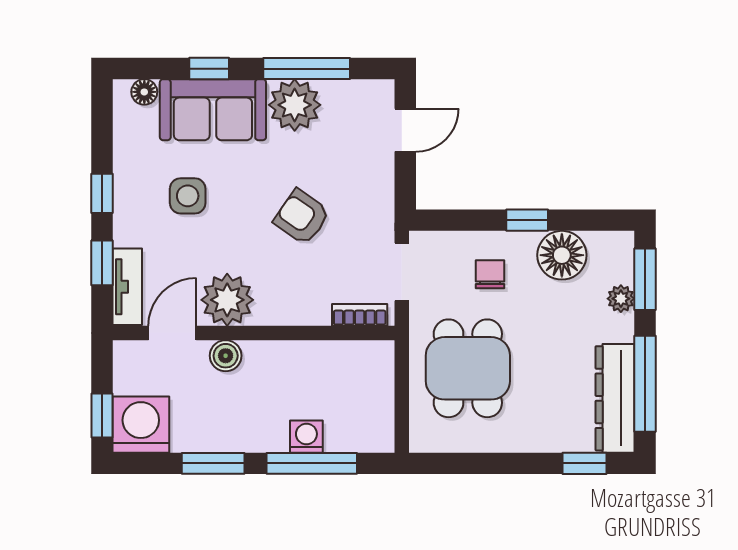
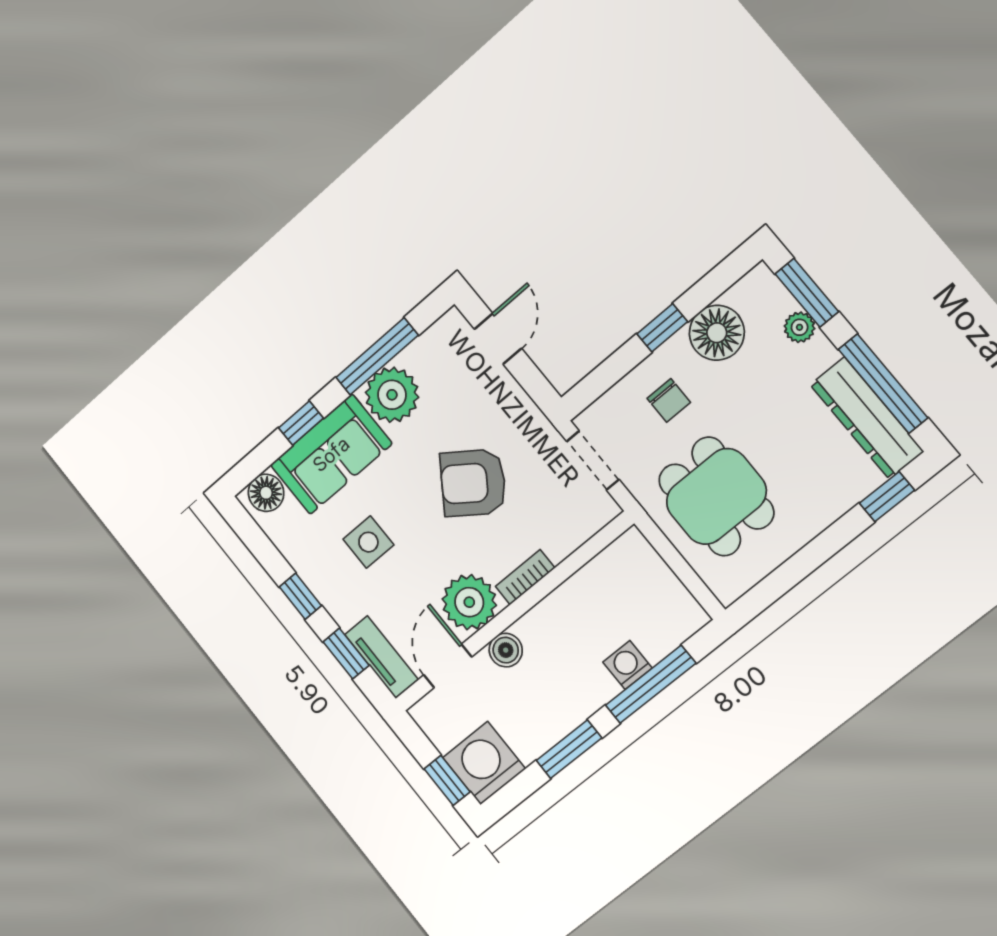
floor lamp: (144, 92) -> (266, 493), width x1.37, depth x1.37
armchair: (302, 217) -> (473, 483), width x1.38, depth x1.38
chair: (490, 274) -> (669, 400), turned 180
bookcase: (360, 315) -> (525, 577), moved

